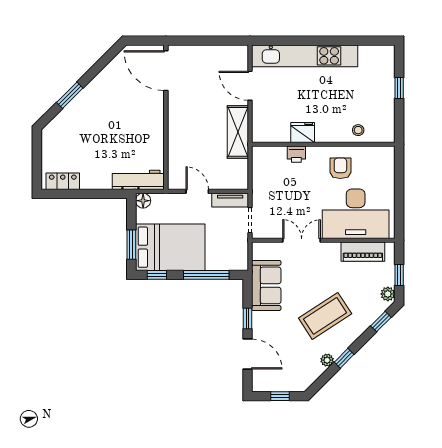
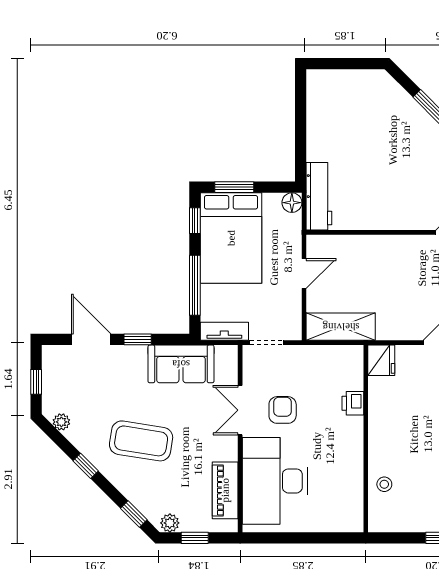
shelving: (238, 132) -> (341, 327), moved
fridge: (303, 132) -> (381, 360), moved
armchair: (340, 168) -> (283, 410), moved, turned -90
locker: (63, 181) -> (317, 98), removed
tv unit: (230, 200) -> (224, 331), moved, turned 90
double door: (302, 240) -> (240, 410), swing flipped
coffee table: (325, 316) -> (141, 441), turned -48
door: (248, 354) -> (91, 339), swing flipped
plant: (327, 360) -> (61, 422), moved

